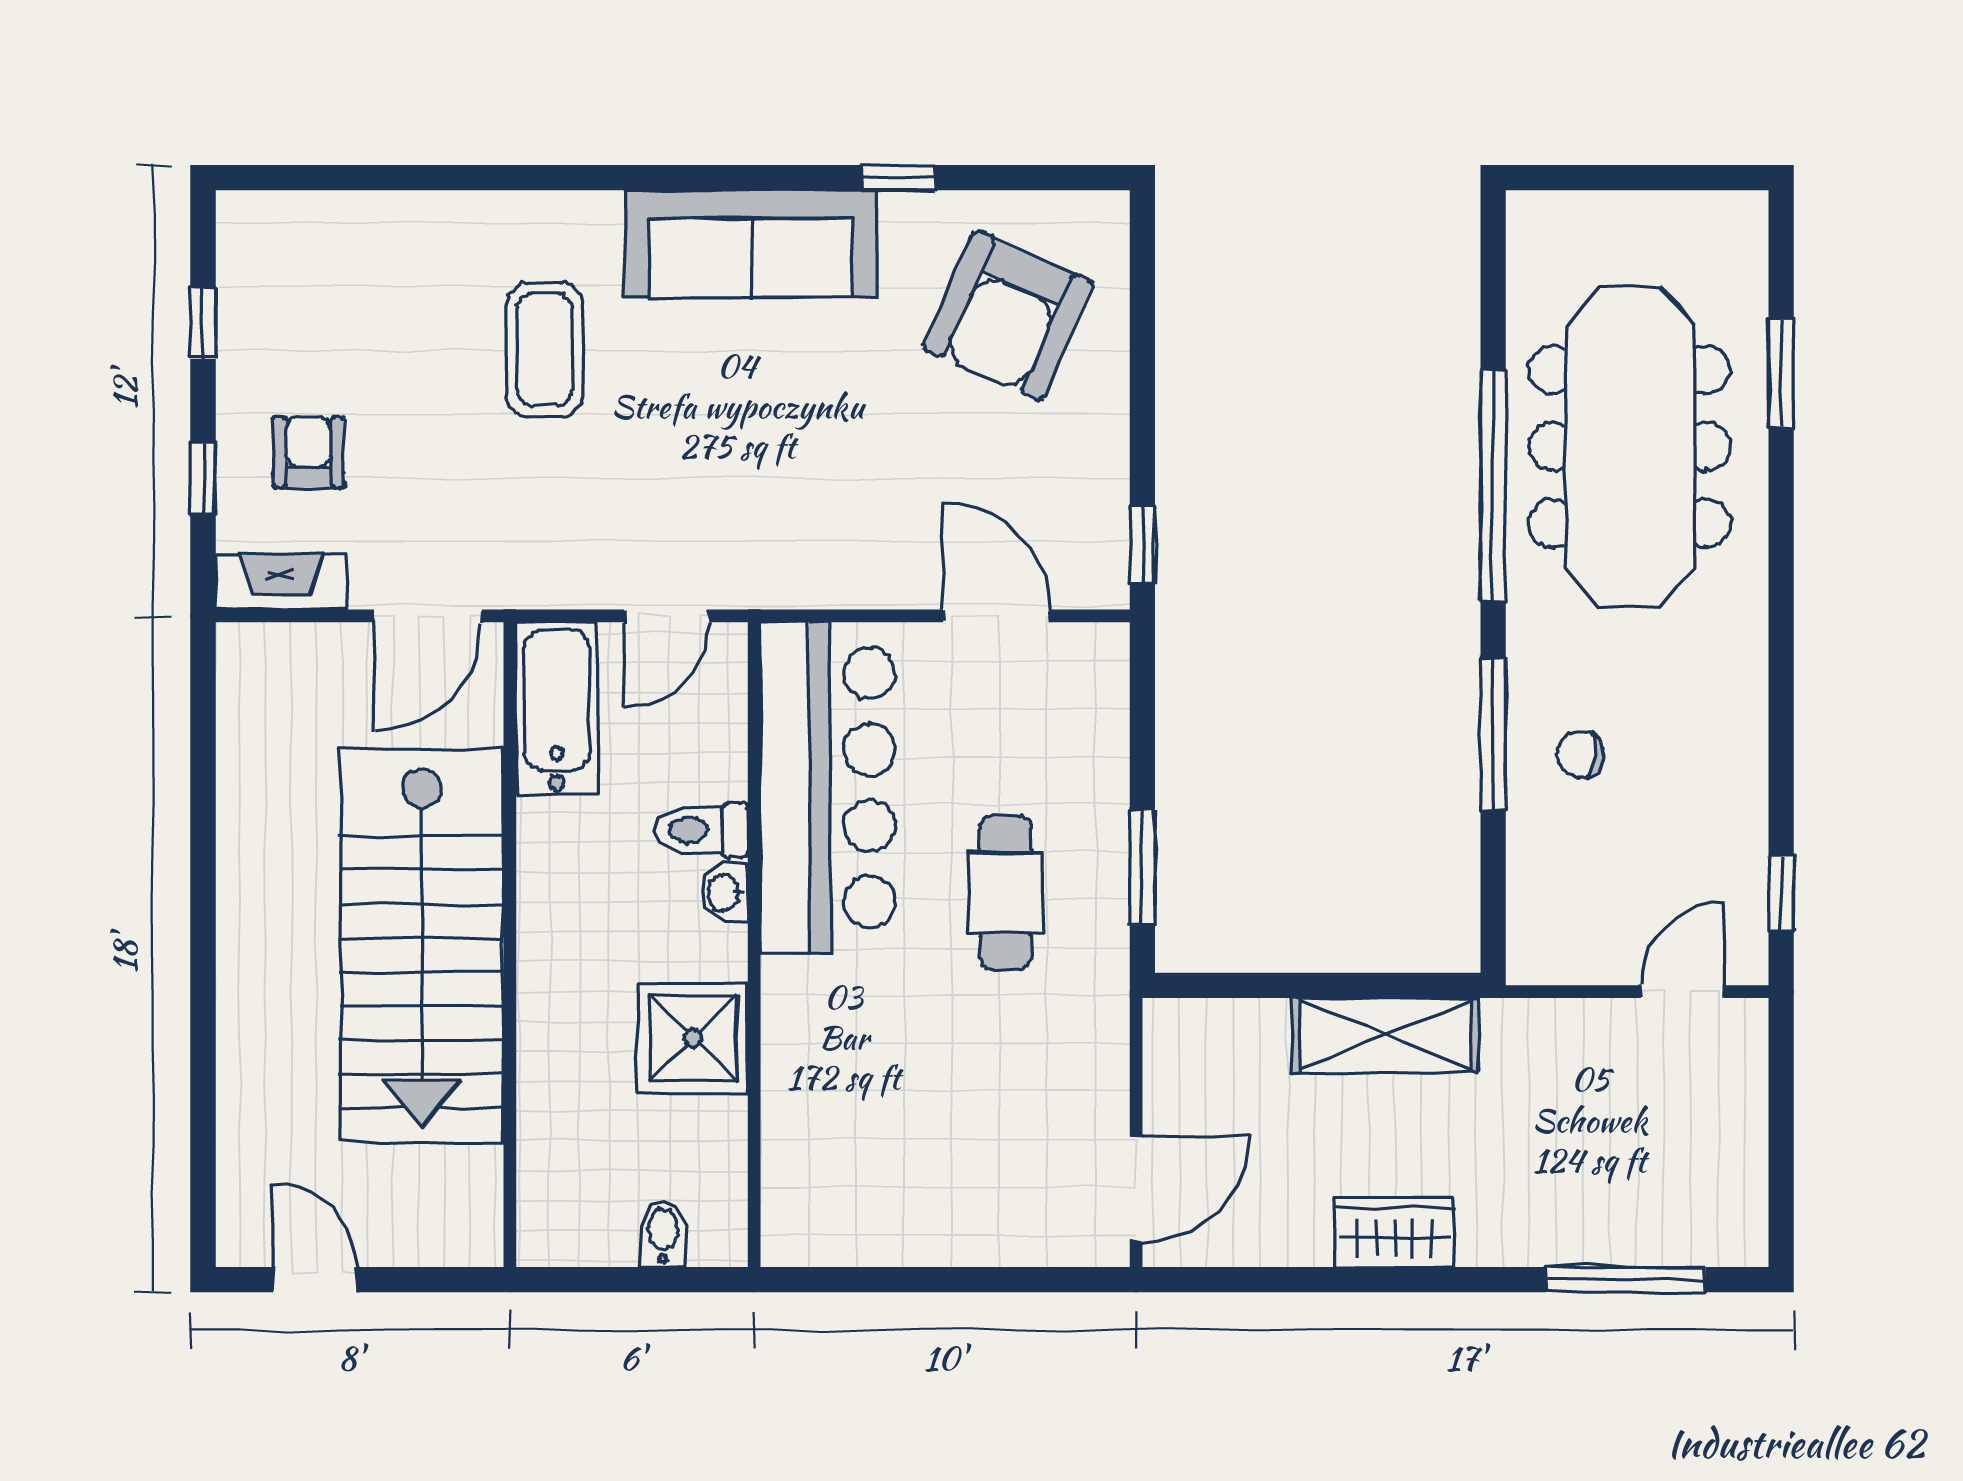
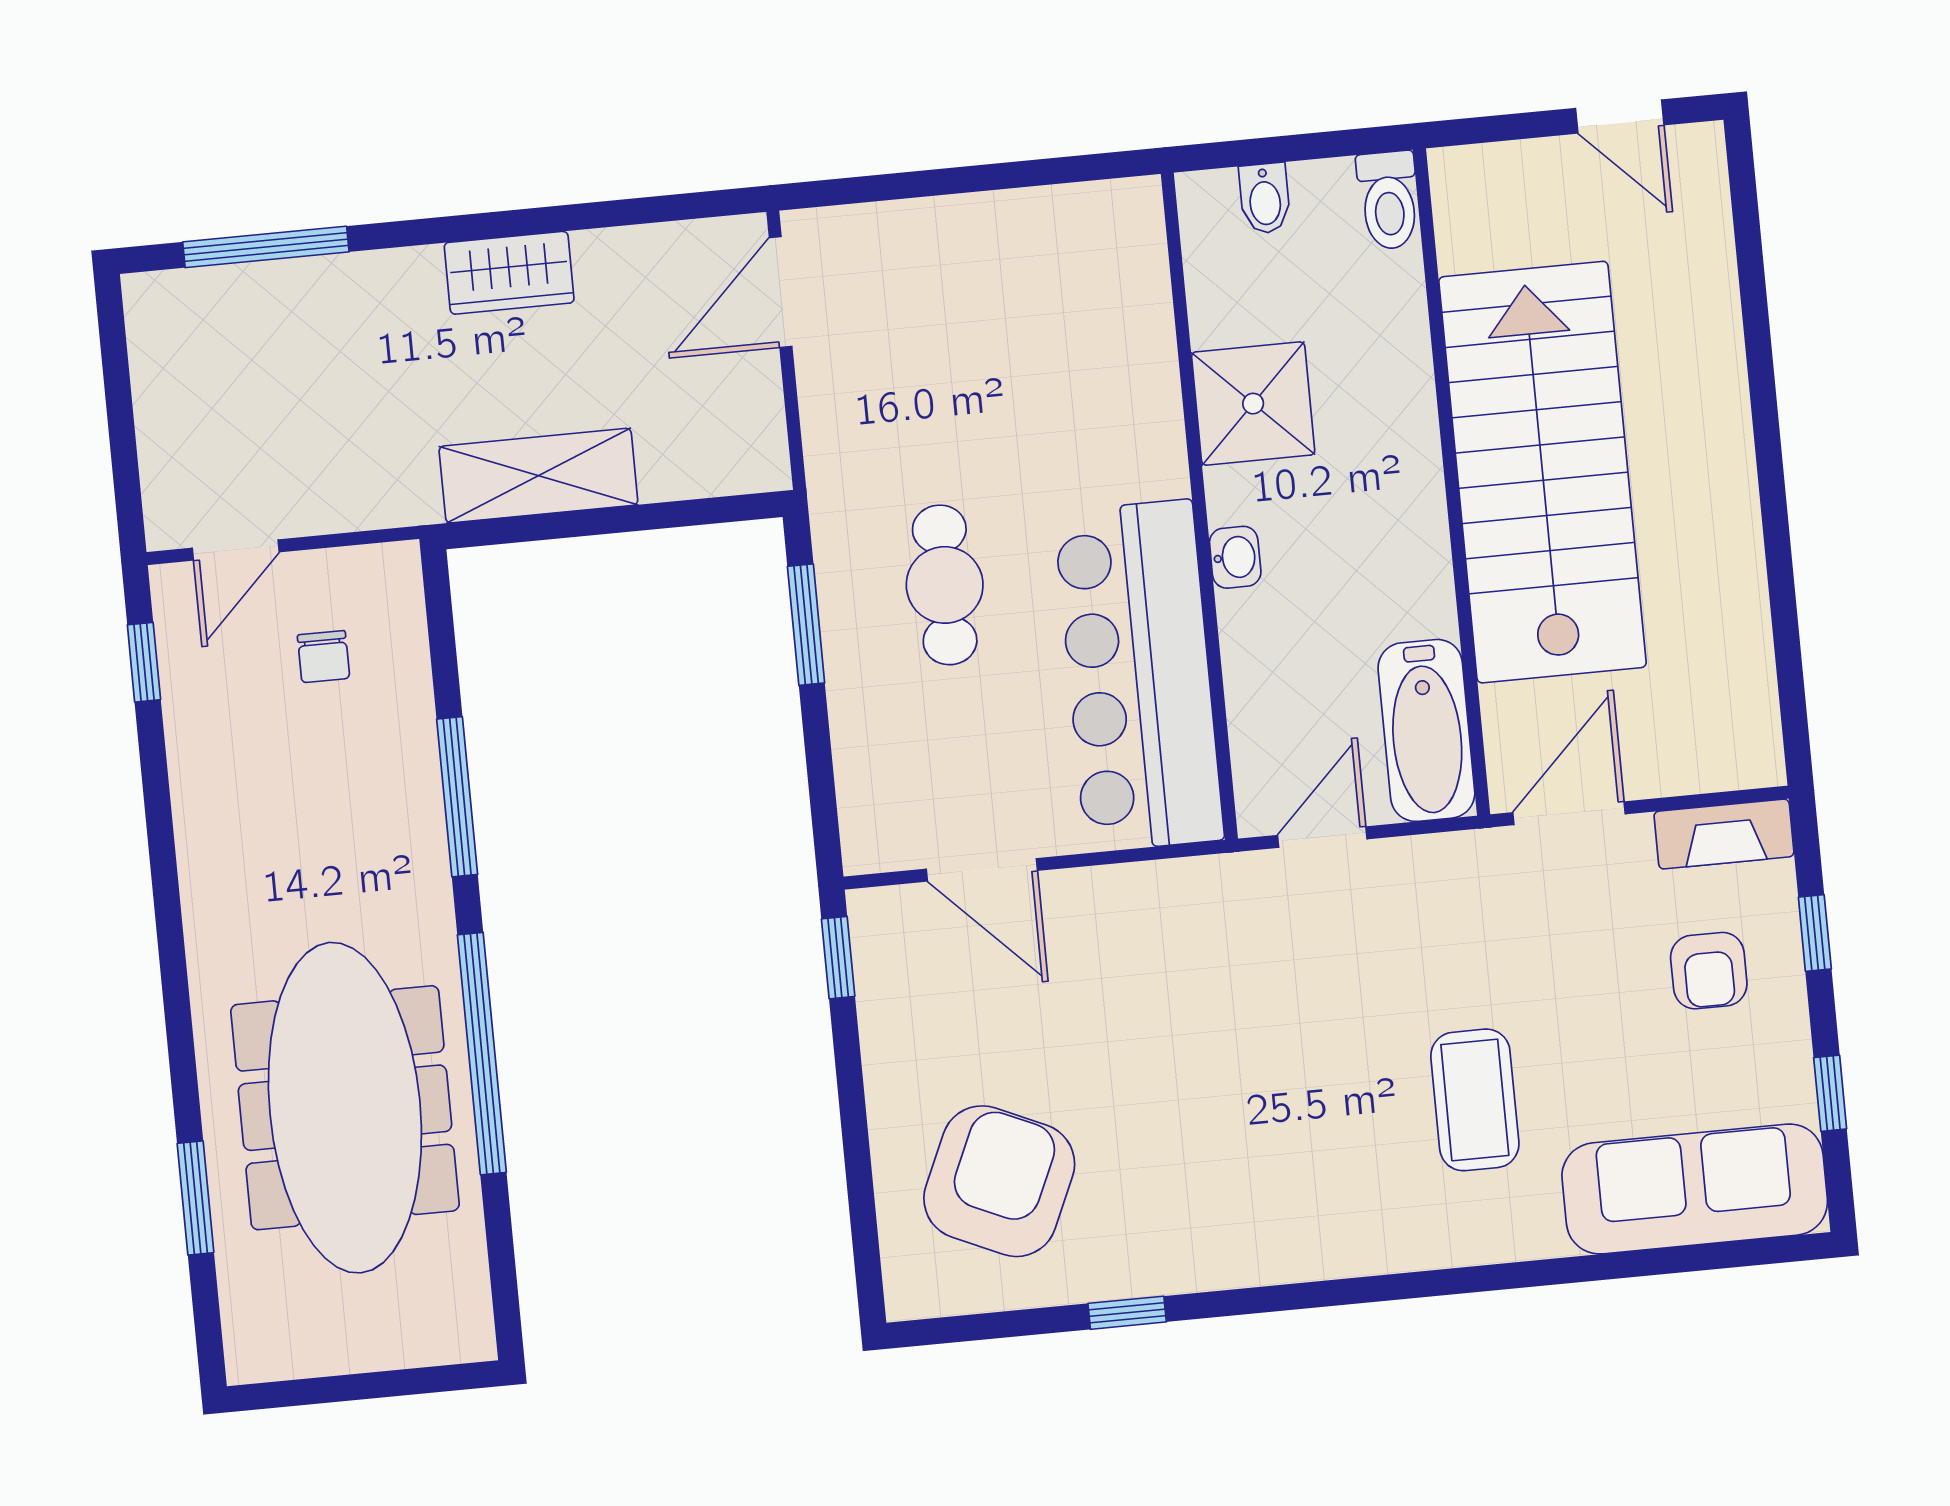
sofa: (751, 244) -> (1695, 1189), moved
chair: (1580, 755) -> (323, 657), moved, turned 85
toilet: (701, 830) -> (1389, 200), moved, turned 90

